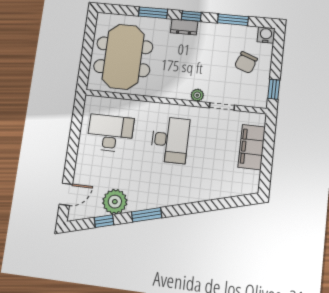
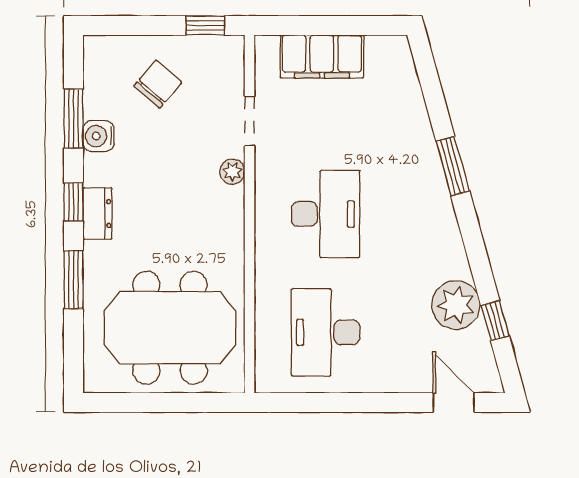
water cooler: (266, 35) -> (99, 136), moved
chair: (246, 62) -> (158, 84), turned -69
desk: (170, 140) -> (326, 214), turned 90
window: (147, 215) -> (453, 166), moved

